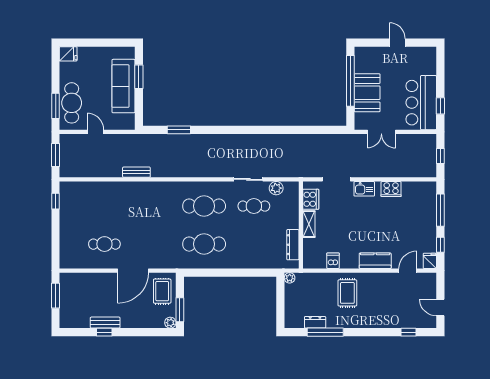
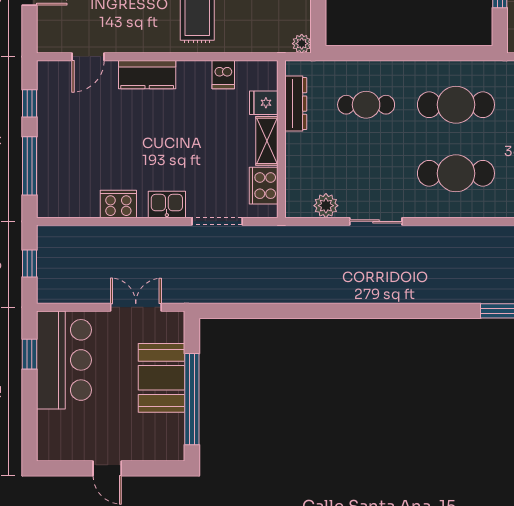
cafe table: (254, 206) -> (366, 105), moved
fridge: (430, 261) -> (264, 103), moved, turned 90

